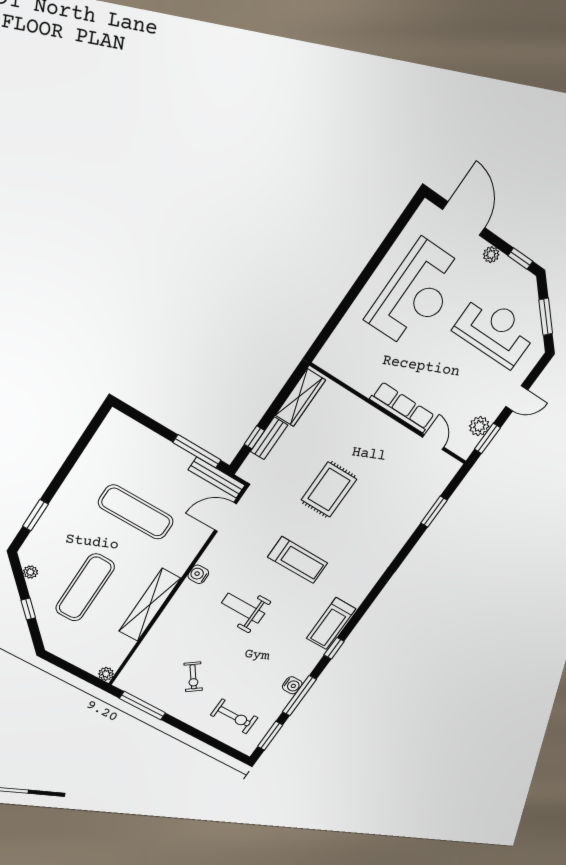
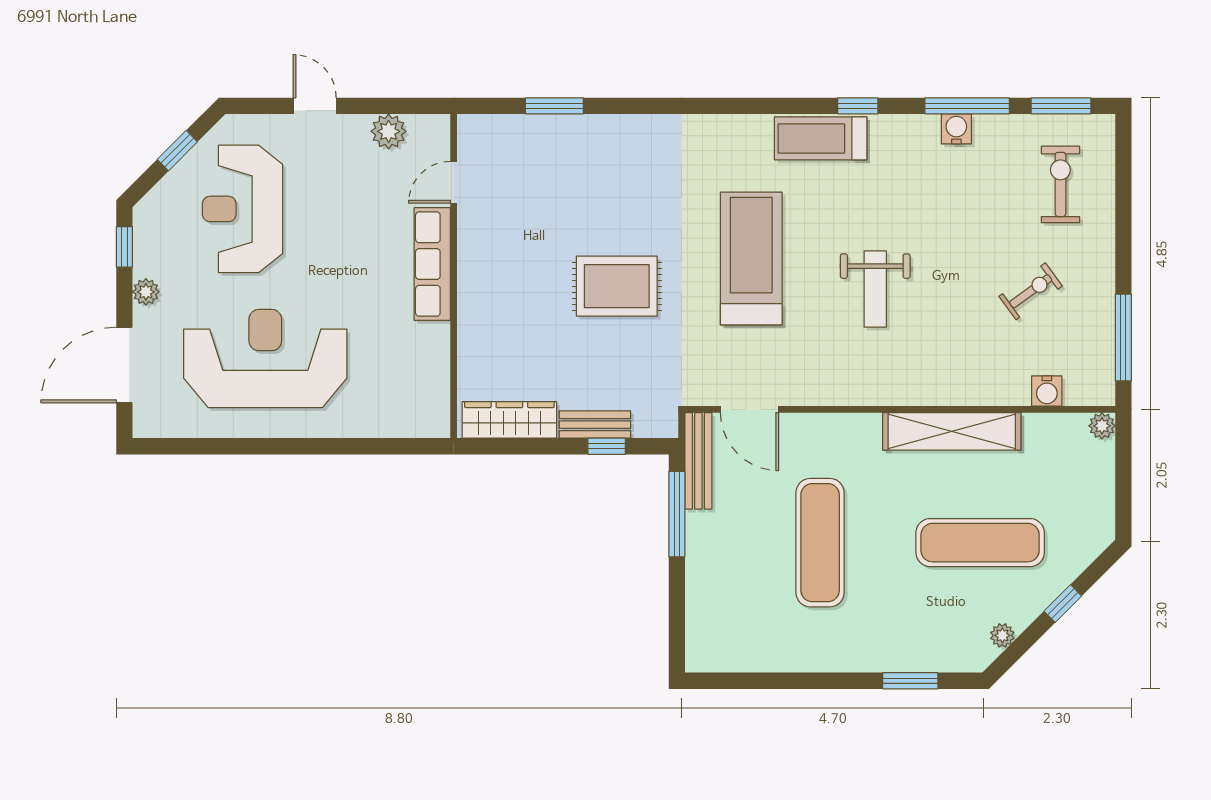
window: (546, 317) -> (177, 151), width x0.67
window: (487, 439) -> (399, 106), removed
treadmill: (298, 560) -> (751, 258), width x1.37, depth x1.38
water cooler: (198, 574) -> (1047, 391), moved
treadmill: (331, 623) -> (821, 138), turned 180

